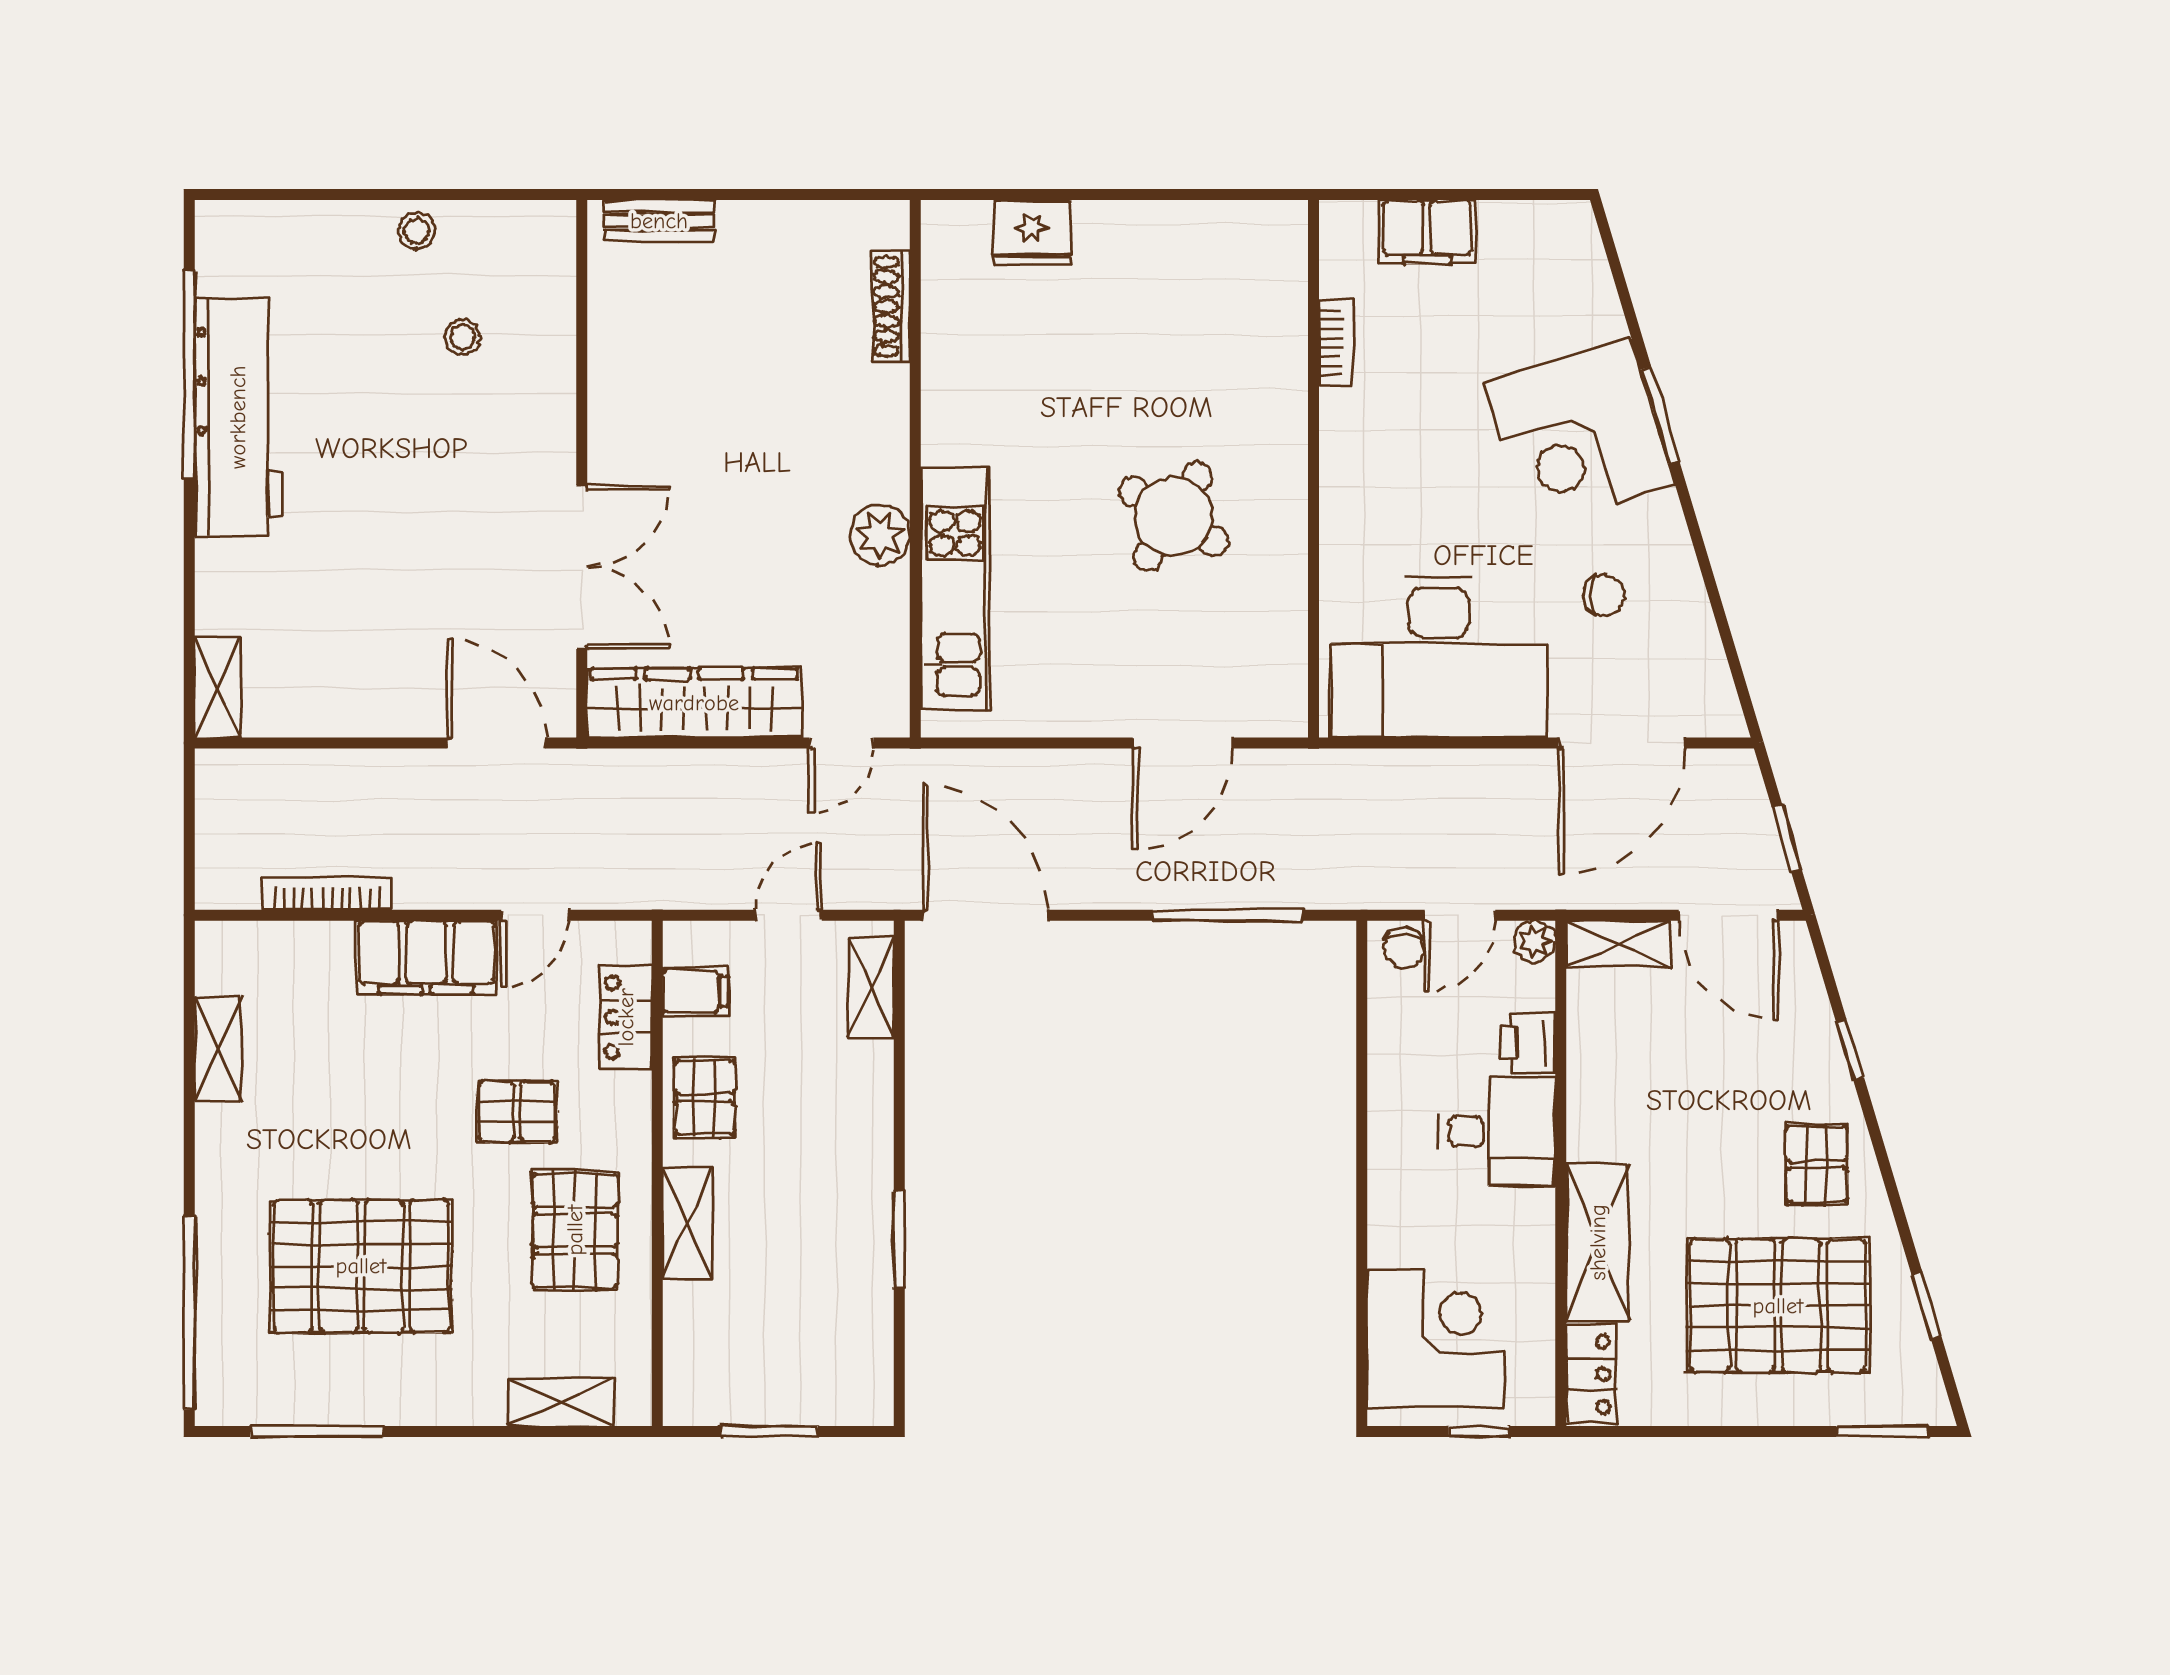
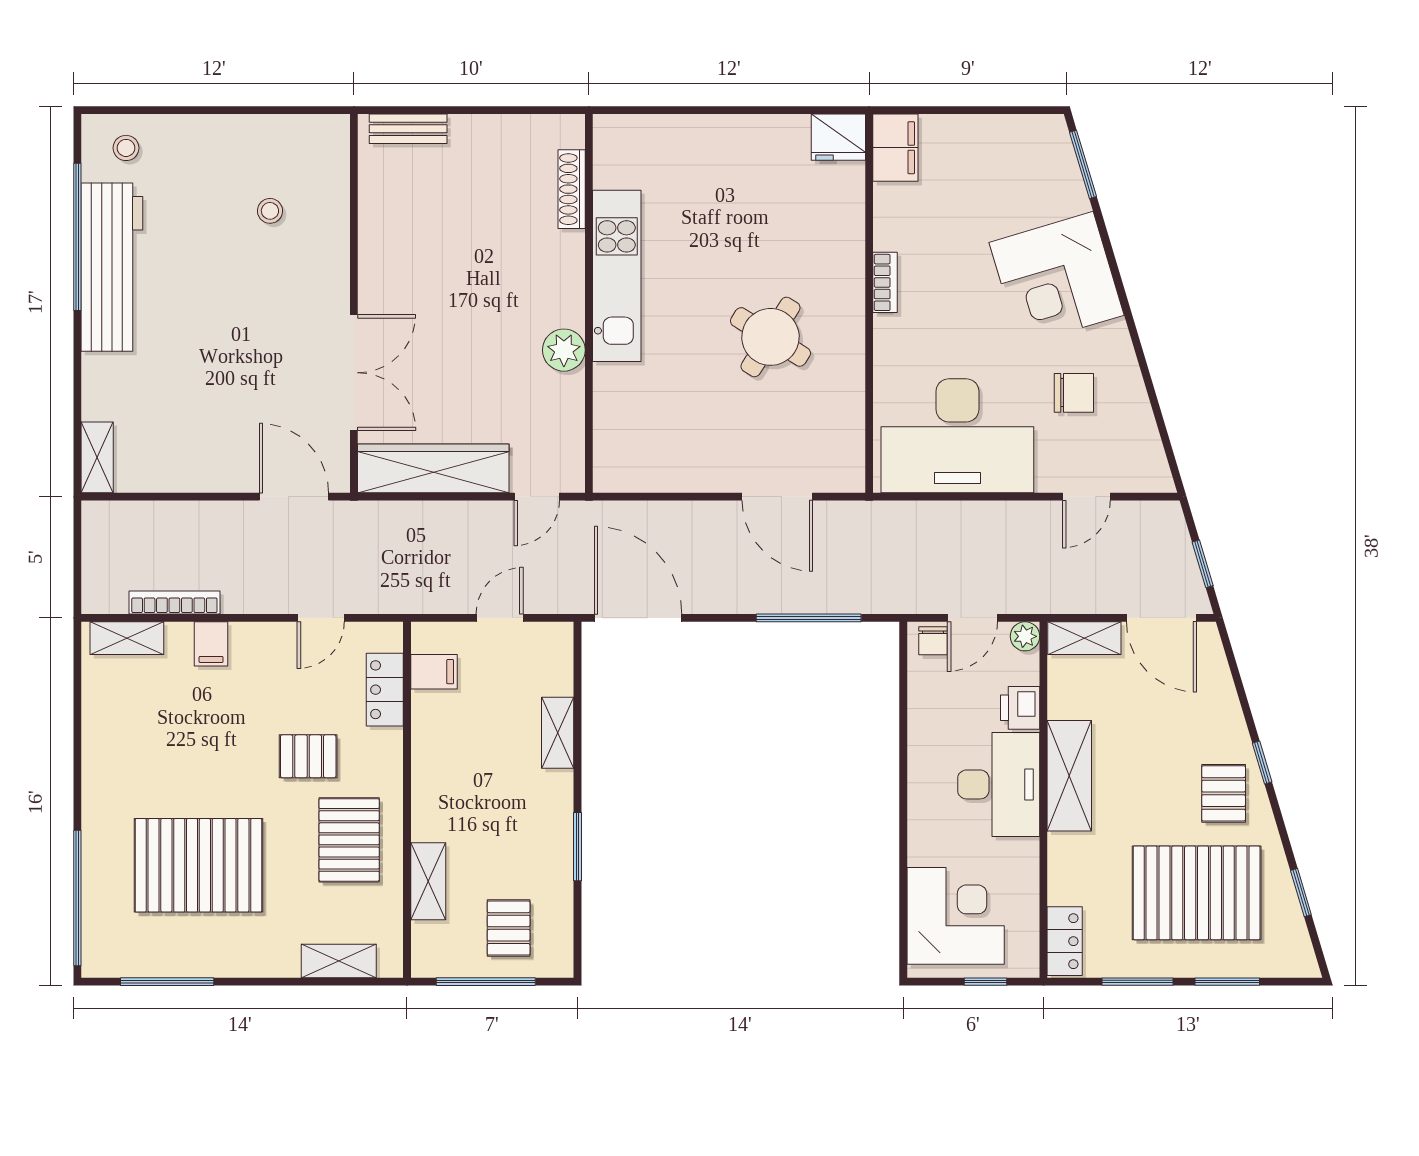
stool: (417, 231) -> (126, 148), moved
filing cabinet: (1427, 232) -> (895, 148), moved, turned -90
fridge: (1032, 233) -> (838, 137), moved
bookcase: (1336, 343) -> (885, 282), moved
window: (1660, 415) -> (1083, 164), moved
kitchen unit: (955, 589) -> (617, 276), moved
chair: (1604, 596) -> (1074, 393), width x1.37, depth x1.37
door: (1183, 743) -> (777, 497), hinge flipped
door: (1622, 743) -> (1086, 497), width x0.53
filing cabinet: (426, 957) -> (211, 644), width x0.33, depth x0.86
shelving: (871, 988) -> (558, 733), moved
shelving: (218, 1049) -> (127, 638), moved, turned 90
window: (1850, 1050) -> (1262, 763), moved
pallet: (705, 1098) -> (509, 928), moved
desk: (1497, 1132) -> (999, 784), width x1.37
shelving: (687, 1223) -> (428, 881), moved
shelving: (1598, 1242) -> (1069, 776), moved
window: (769, 1432) -> (486, 982), width x1.44
window: (1694, 1432) -> (1138, 982), added
window: (1882, 1432) -> (1227, 982), moved

